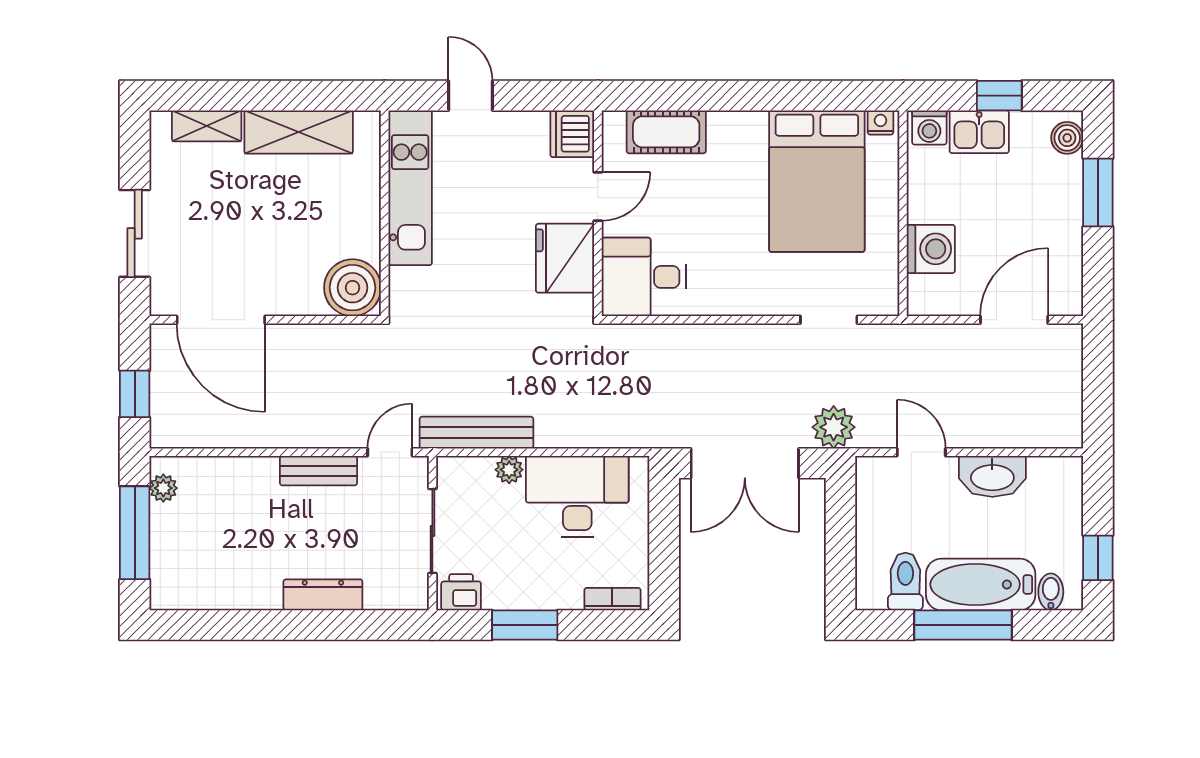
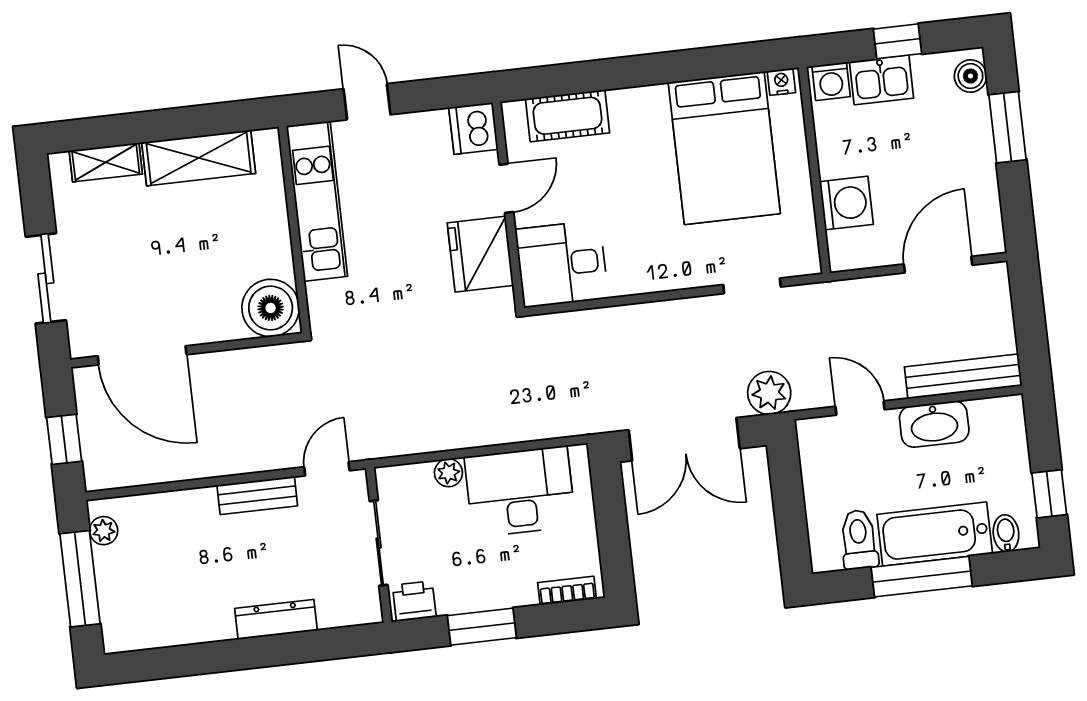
bench: (476, 433) -> (963, 376), moved

